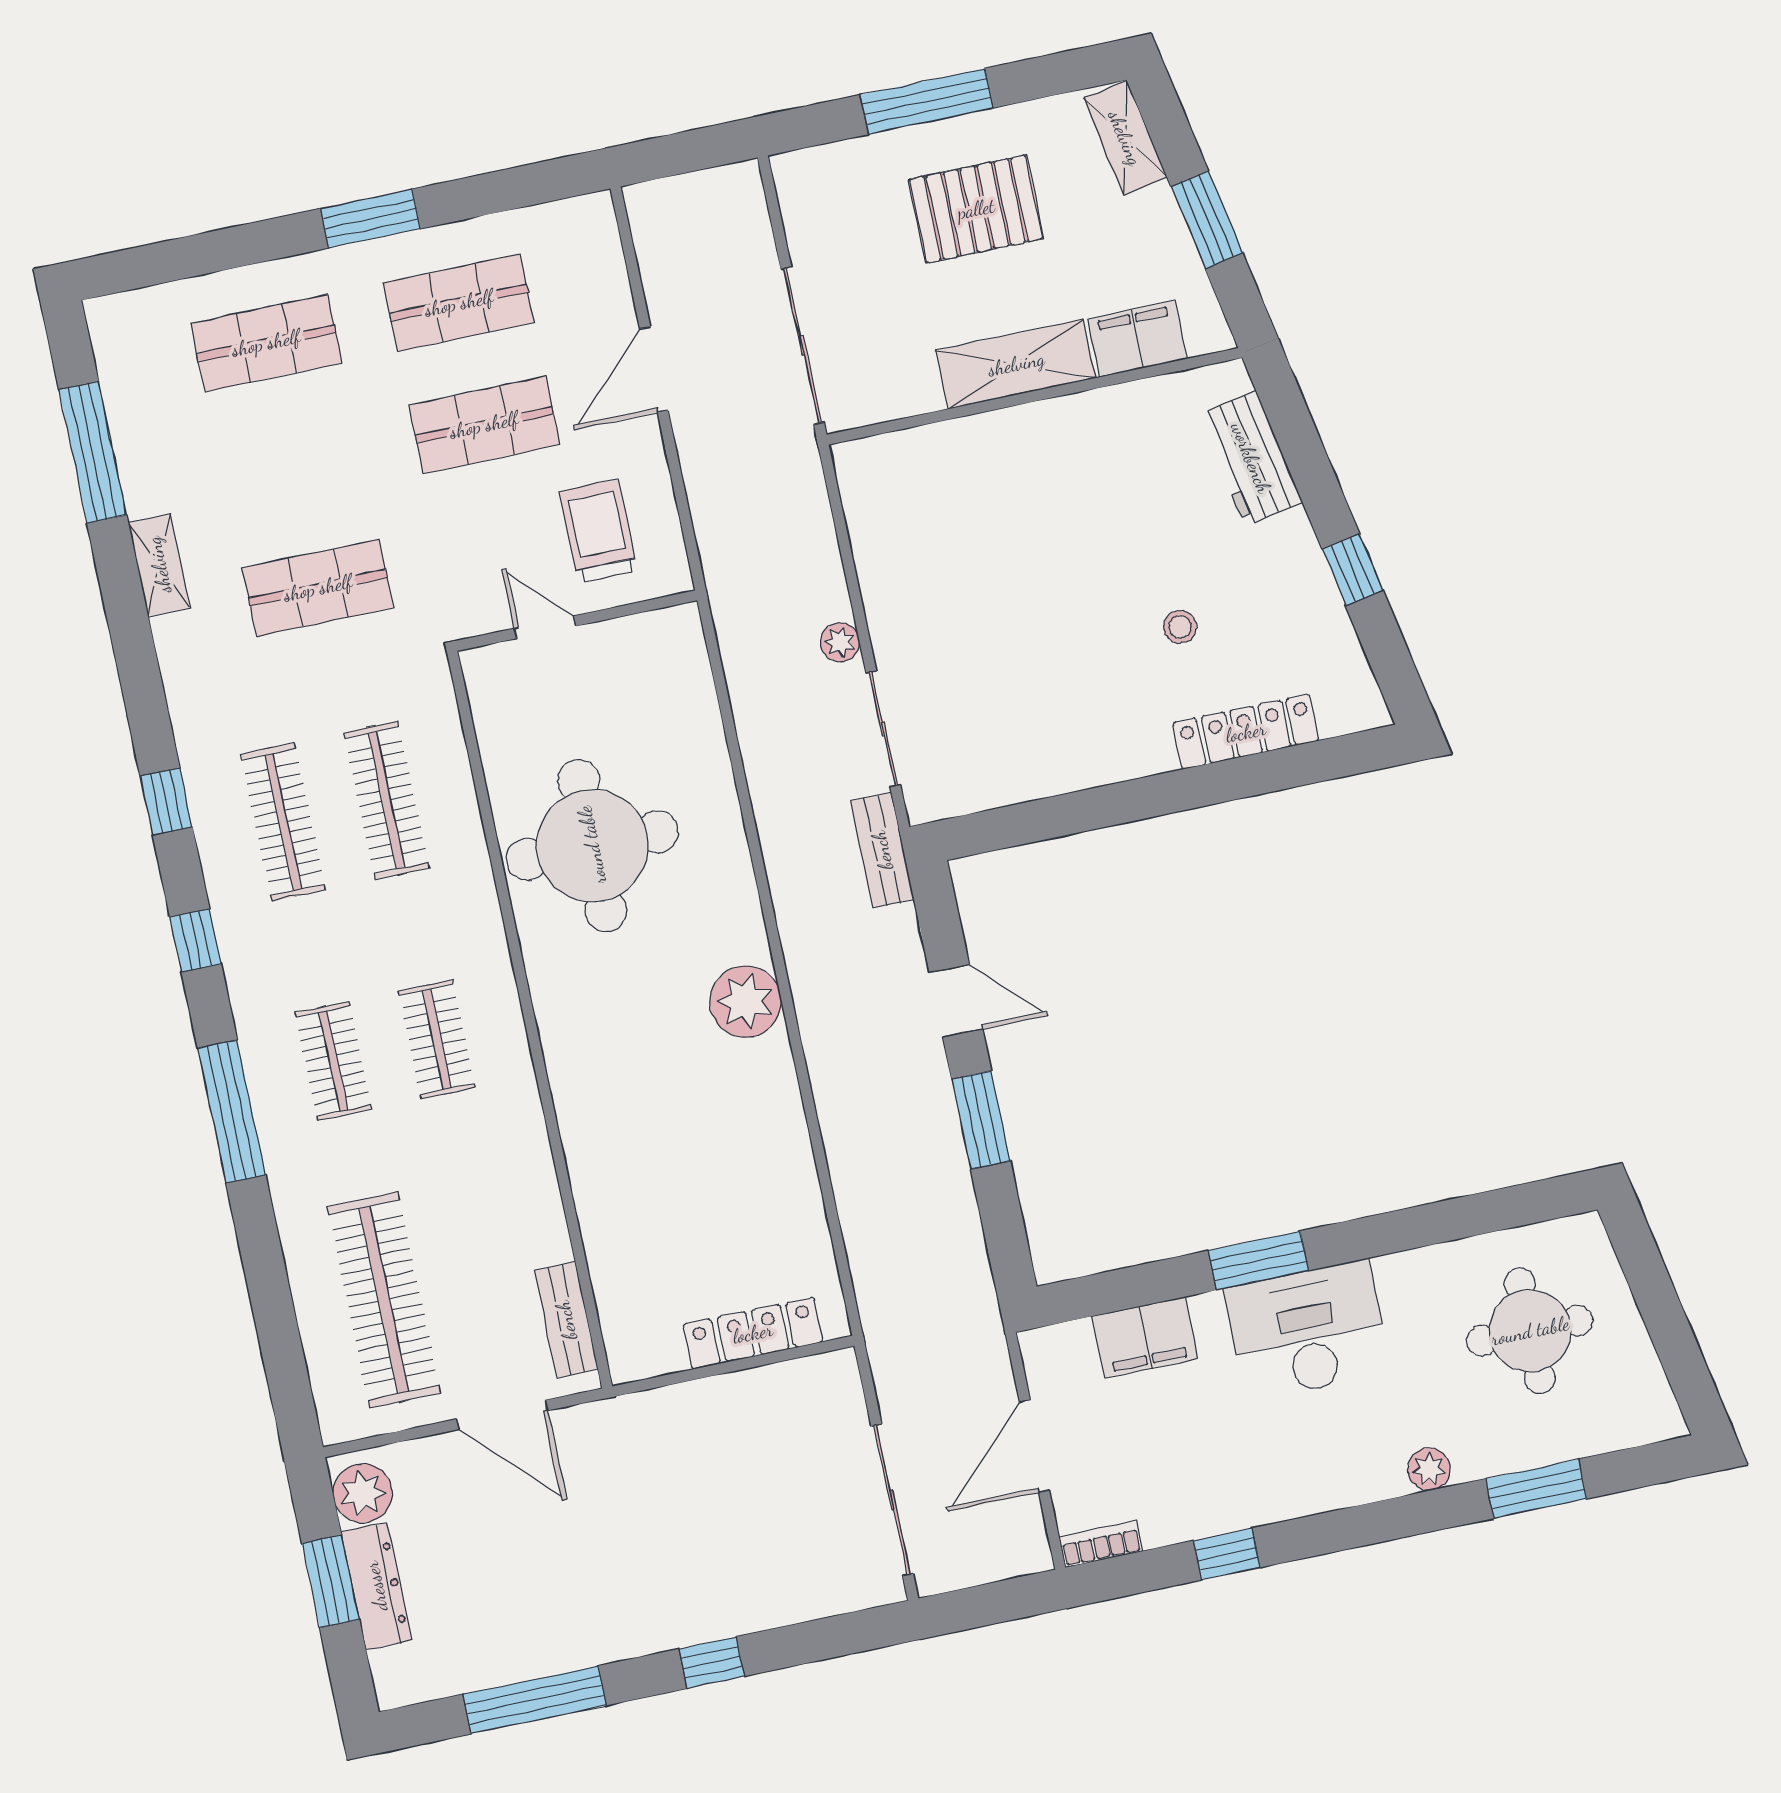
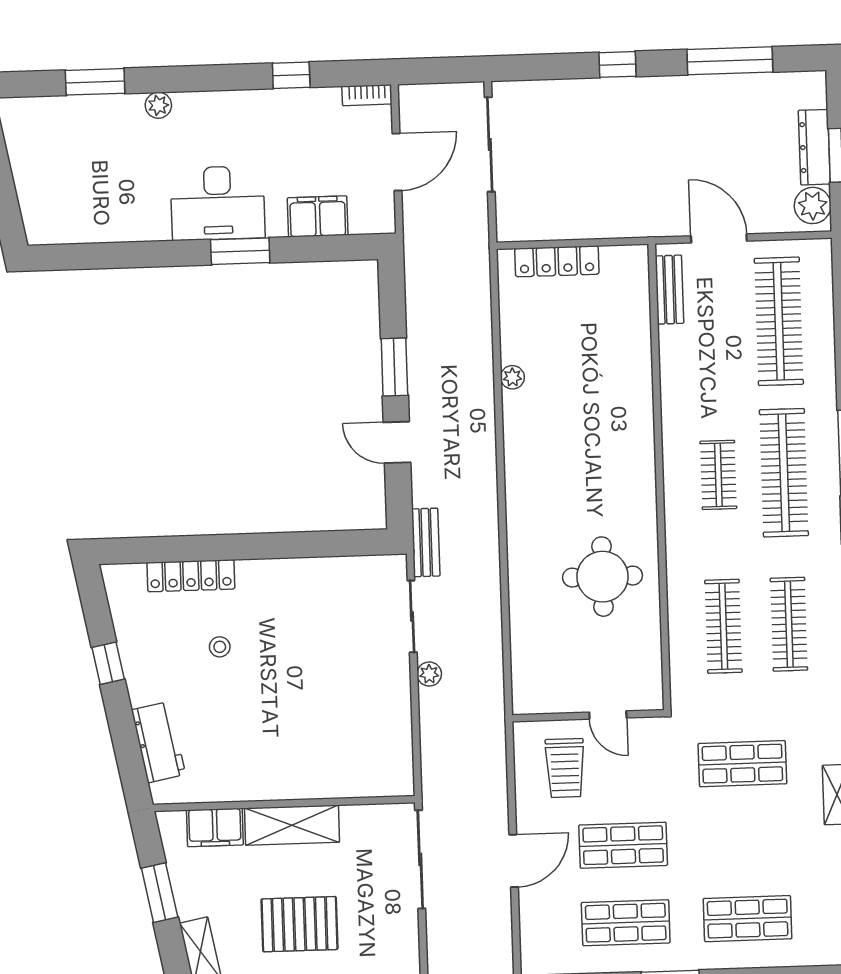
round table: (592, 845) -> (602, 577), width x0.73, depth x0.73
plant: (745, 1001) -> (512, 377), moved, width x0.53, depth x0.53
clothes rail: (333, 1061) -> (784, 473), width x1.86, depth x1.31
round table: (1530, 1331) -> (82, 179), removed

